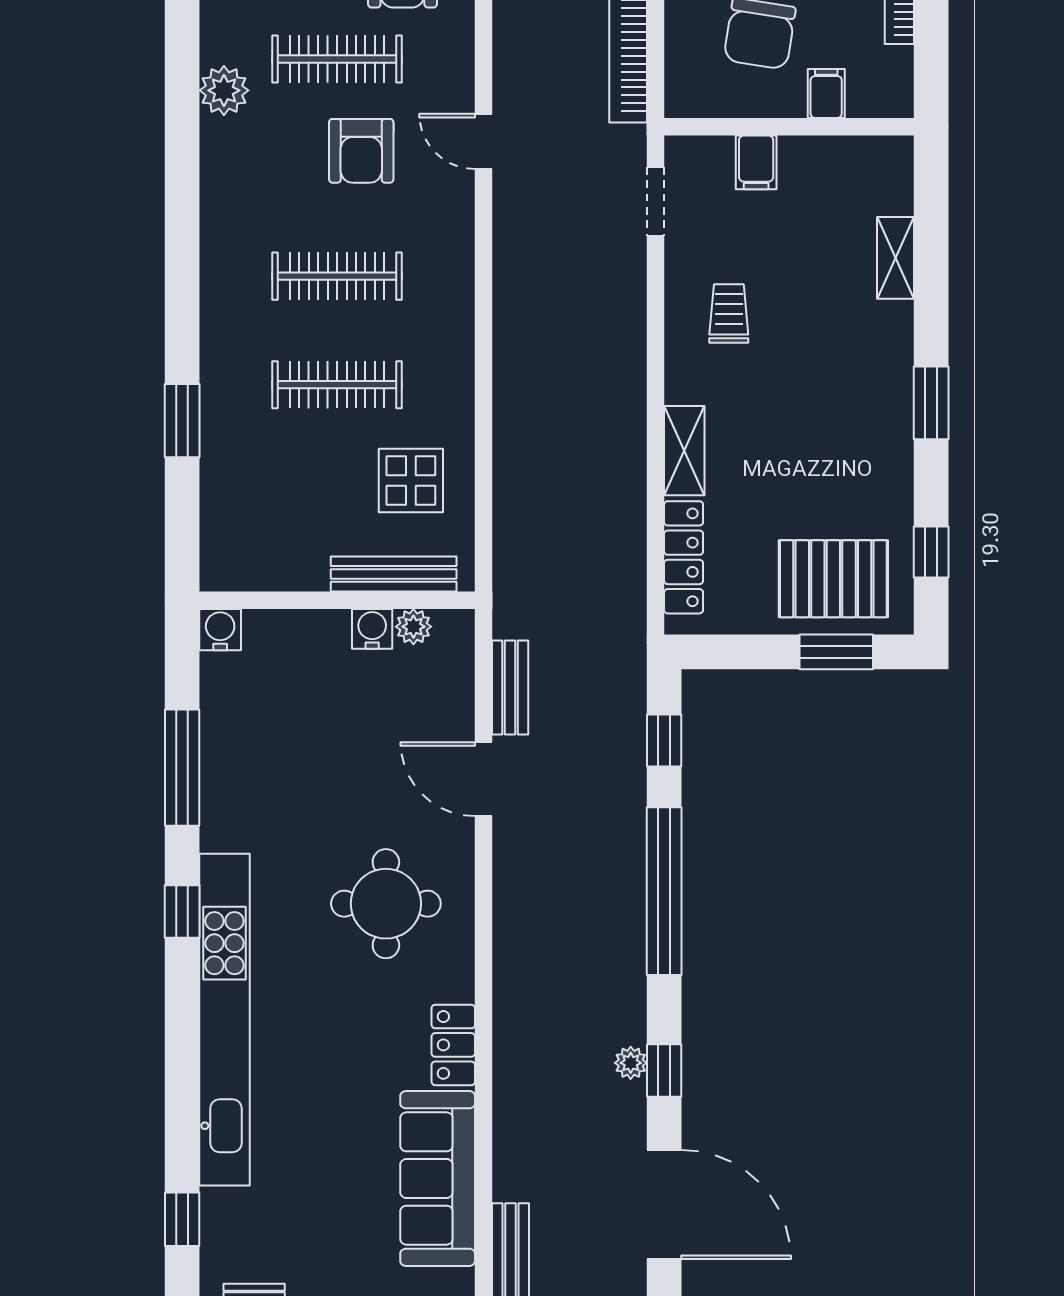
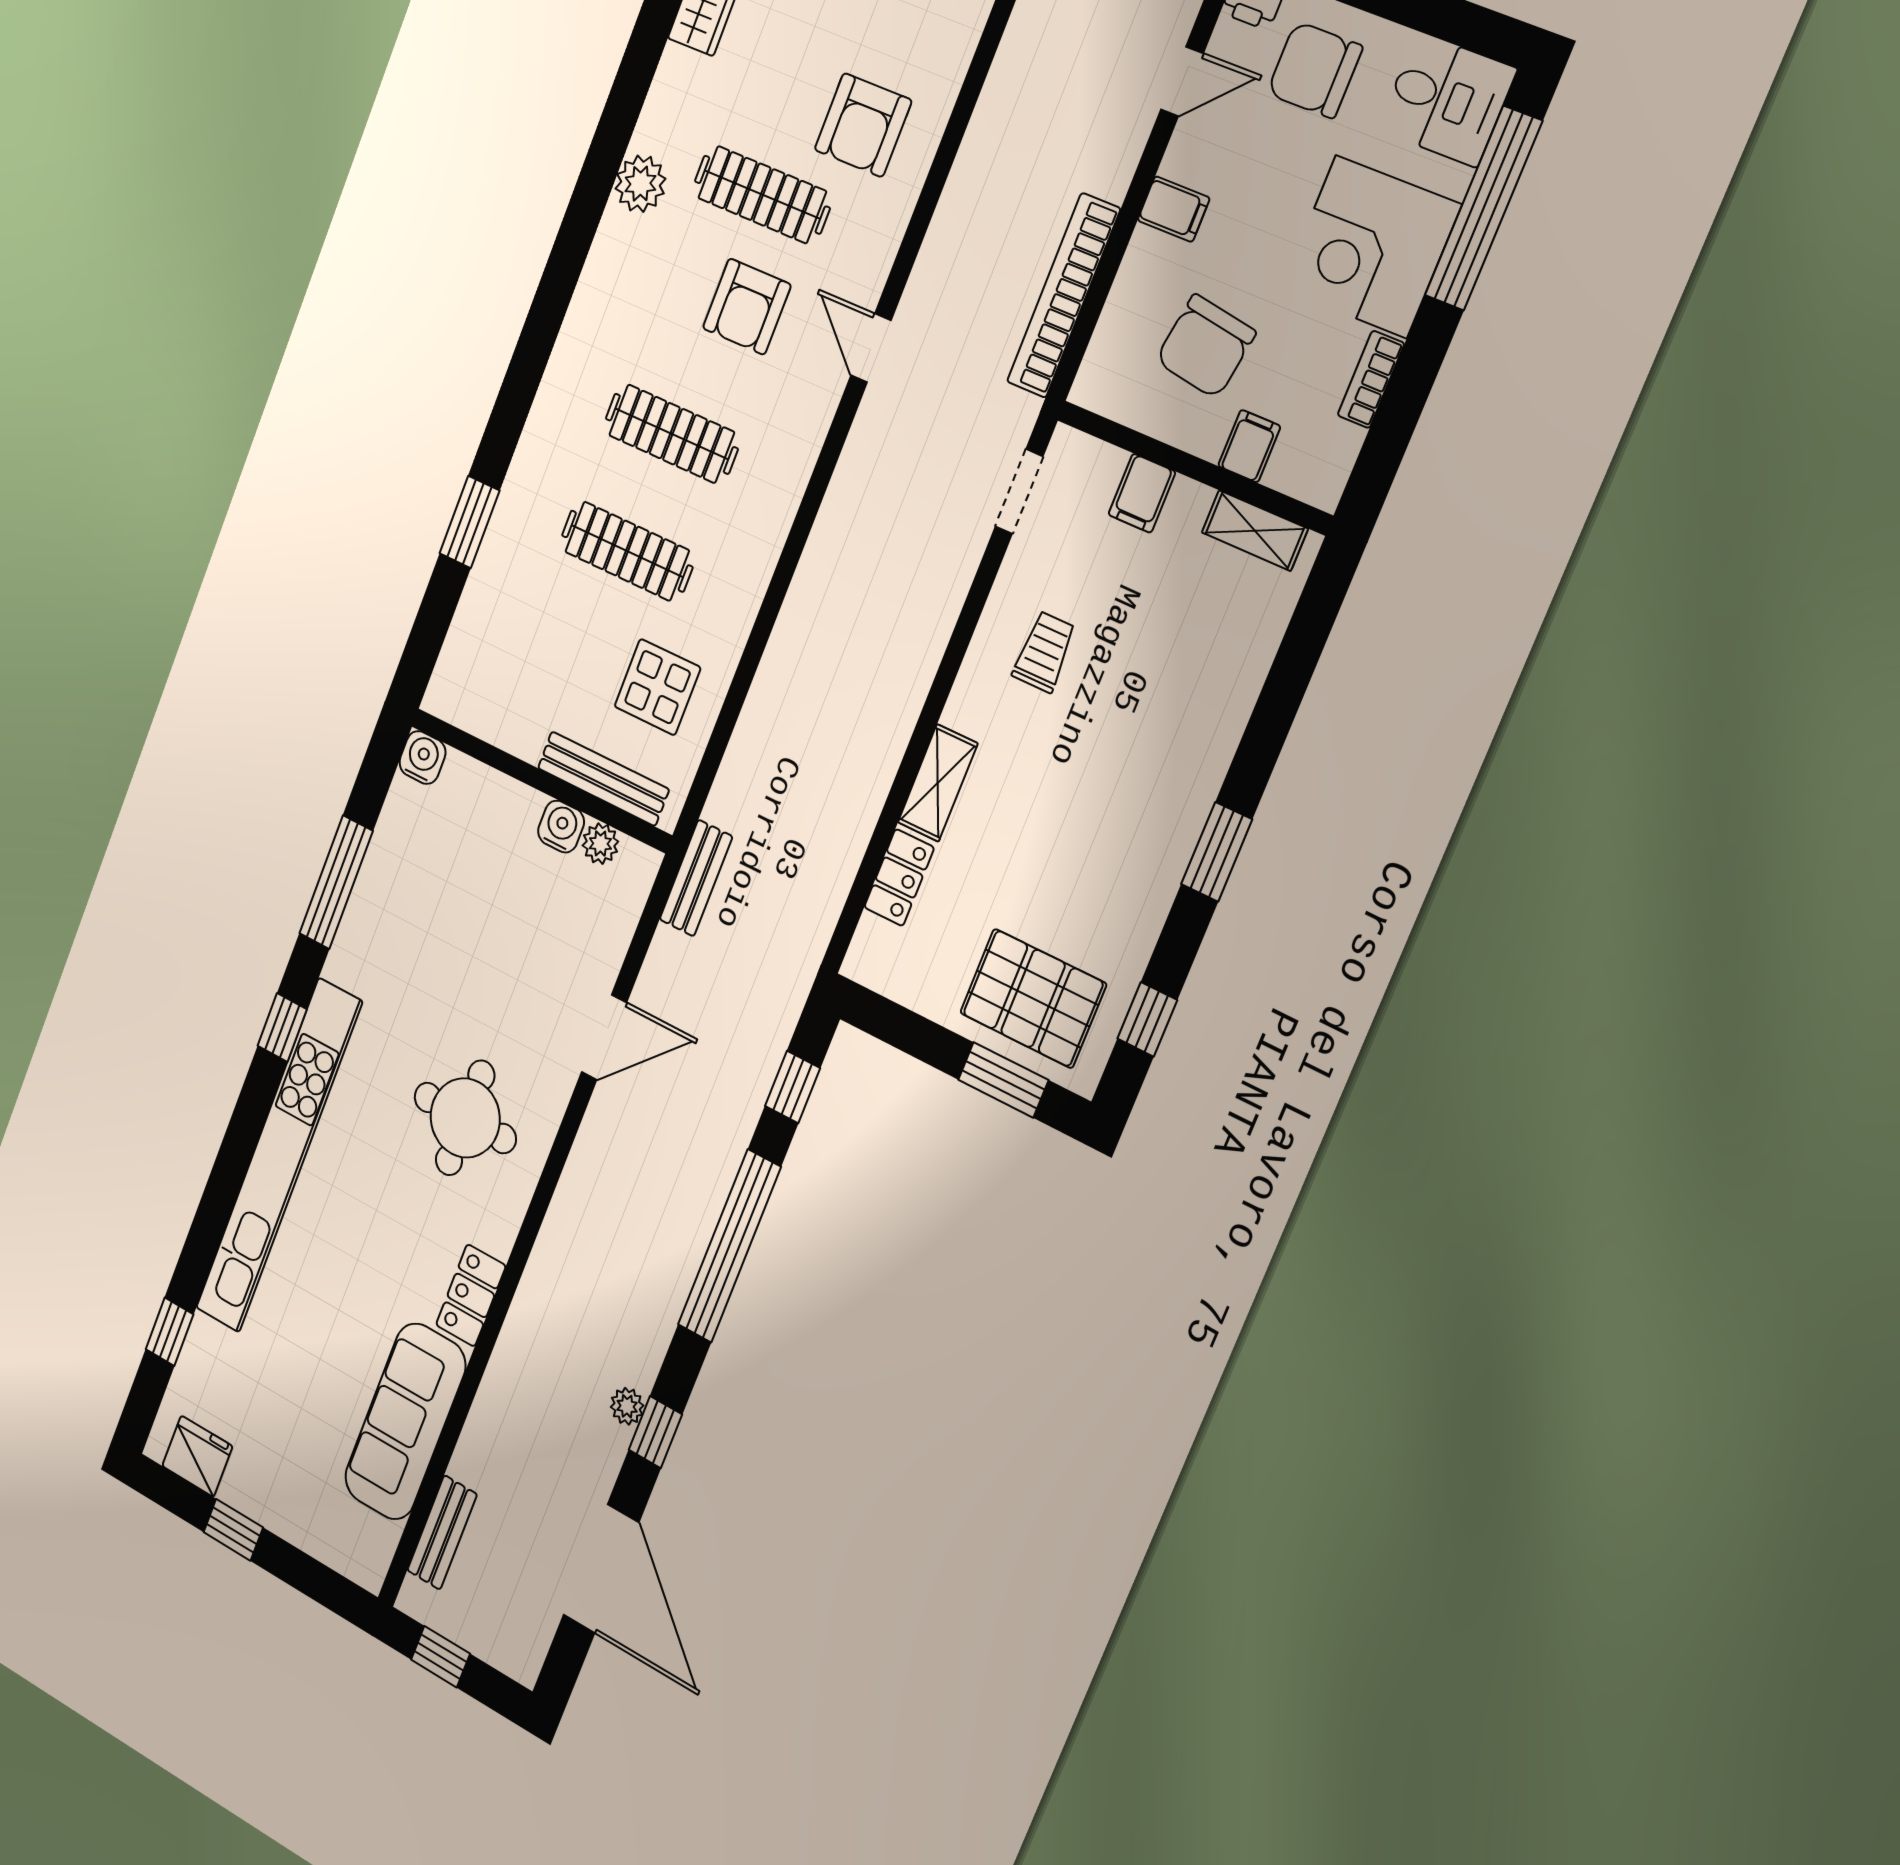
shelving: (895, 258) -> (1255, 531), moved, turned 90
locker: (684, 557) -> (899, 877), width x0.66
bench: (510, 688) -> (696, 878), moved
door: (483, 779) -> (604, 1037), swing flipped

